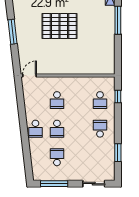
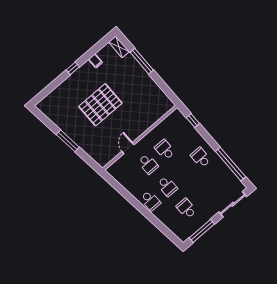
door: (30, 76) -> (128, 148), moved
school desk: (100, 100) -> (165, 150), moved, turned 180
window: (118, 153) -> (231, 164), width x2.11
sliding door: (94, 184) -> (233, 204), width x1.37

